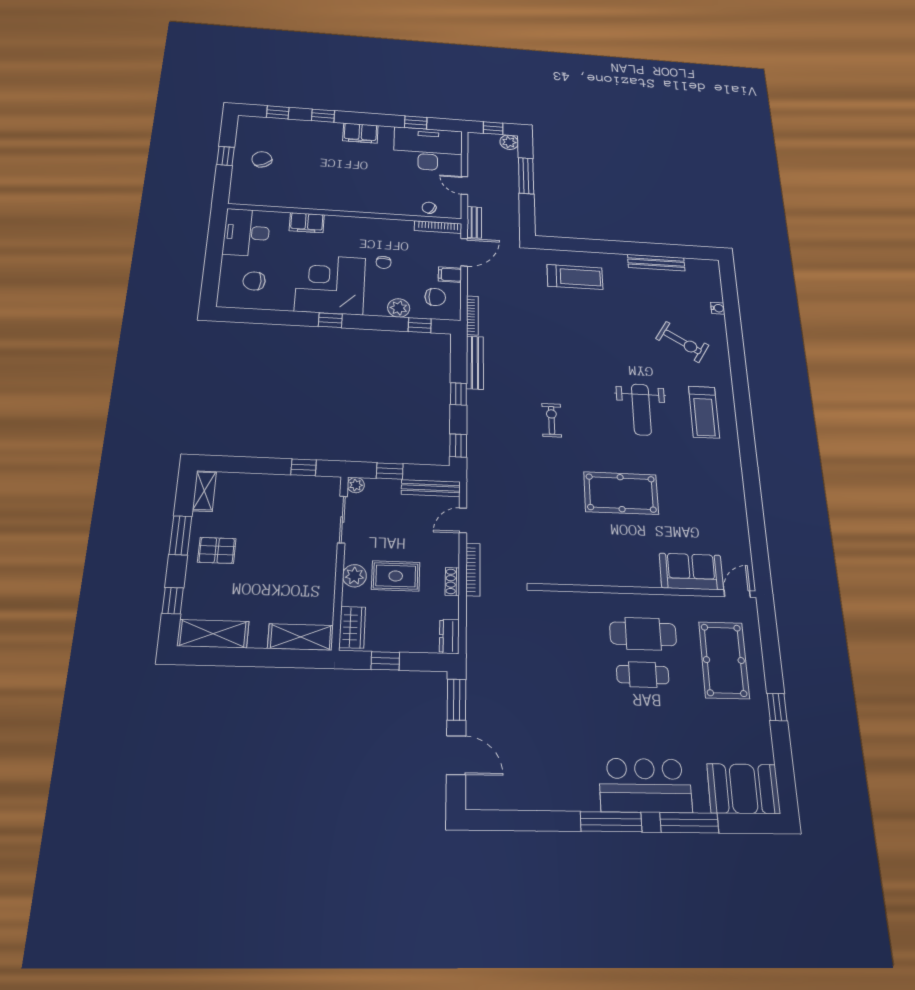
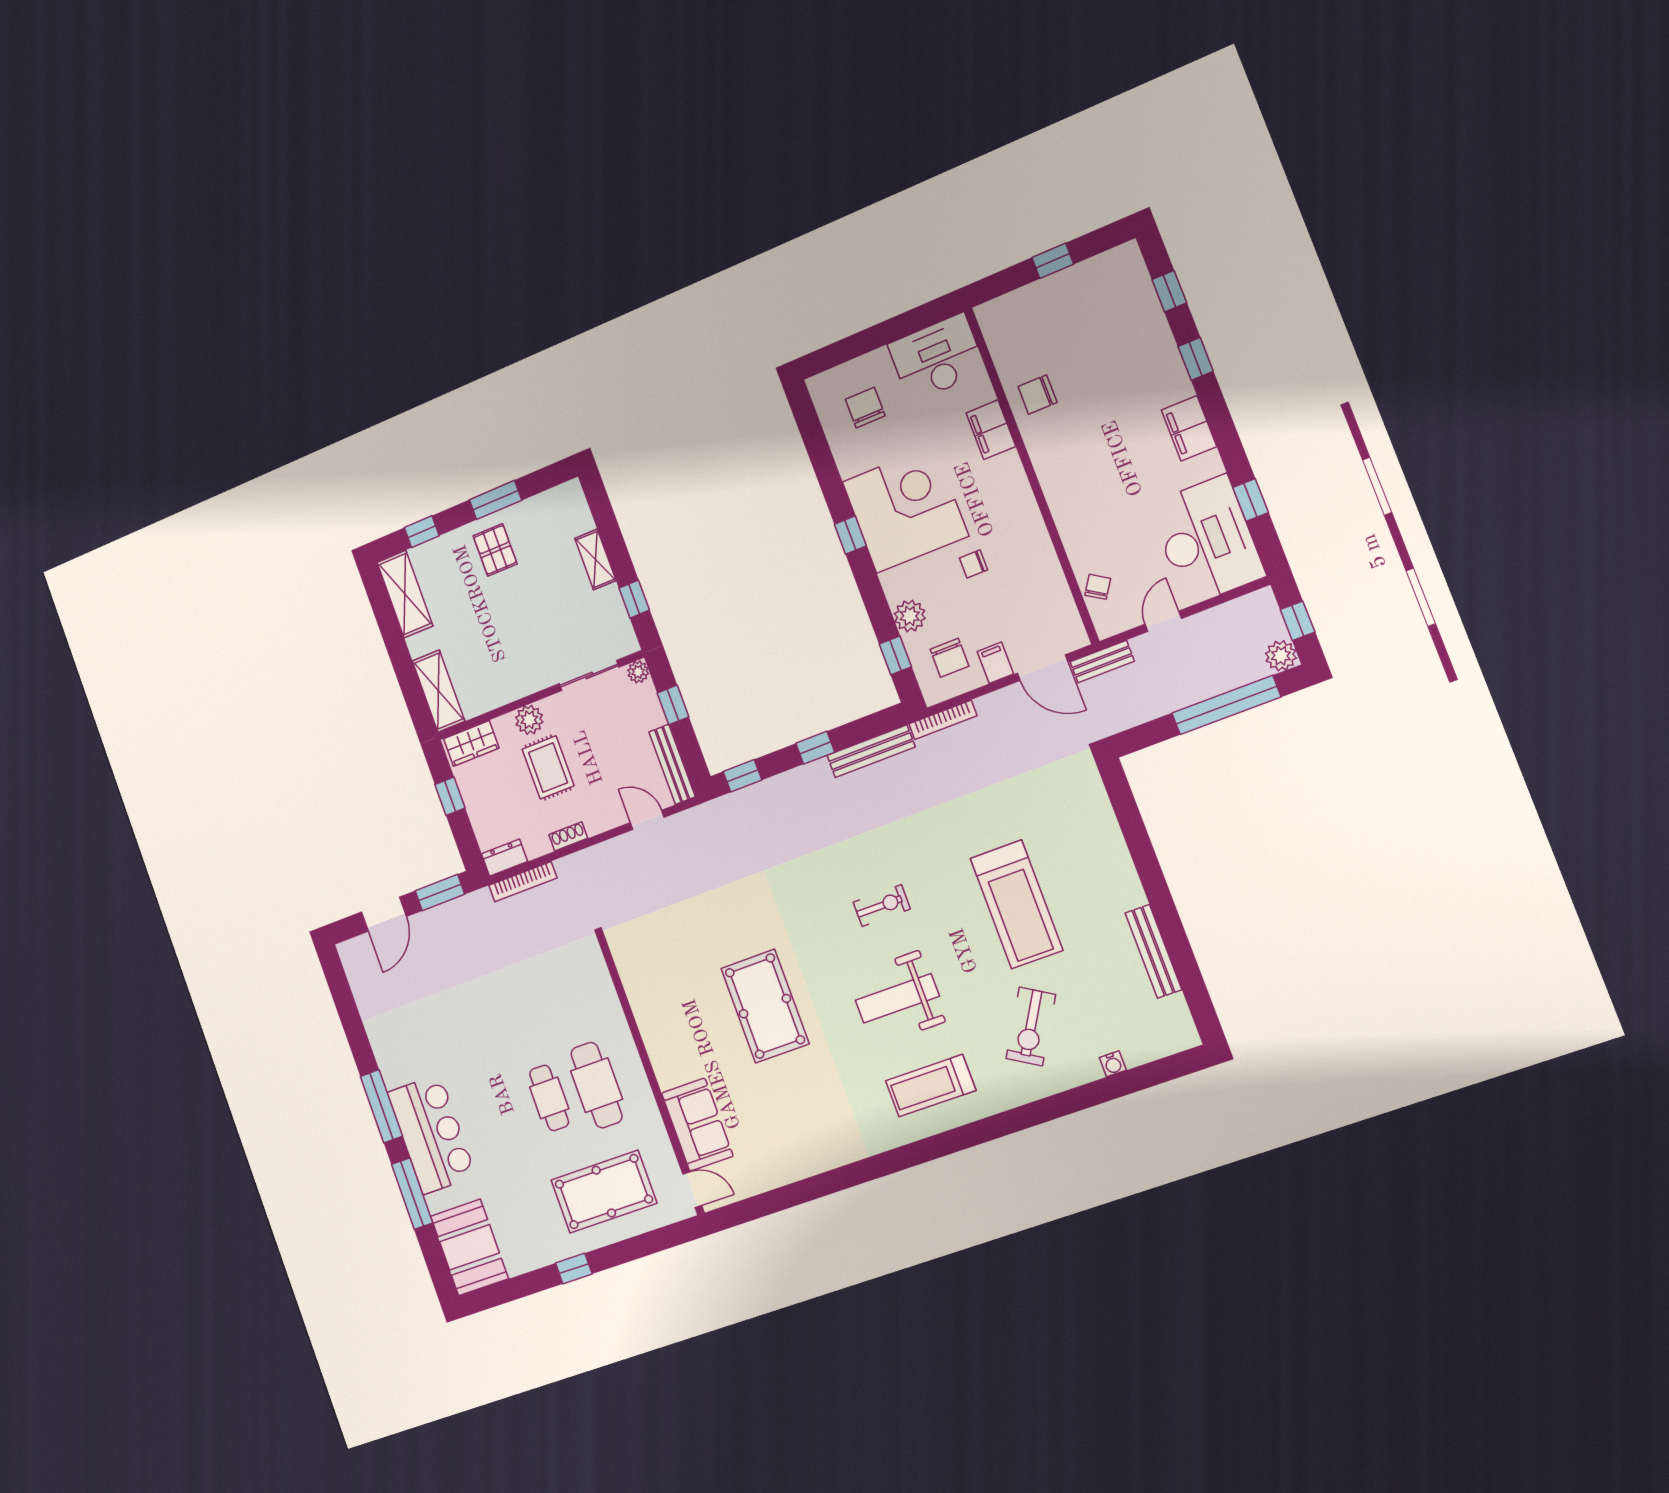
chair: (262, 159) -> (1038, 394), moved, turned -152
window: (526, 176) -> (1226, 705), width x1.46
bookcase: (438, 227) -> (1069, 614), removed
treadmill: (575, 277) -> (1017, 904), moved, width x1.37, depth x1.38
exercise bike: (552, 420) -> (882, 906), moved
shelving: (204, 491) -> (595, 559), moved, turned 90
bookcase: (473, 569) -> (523, 882), moved

